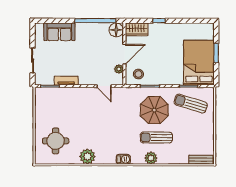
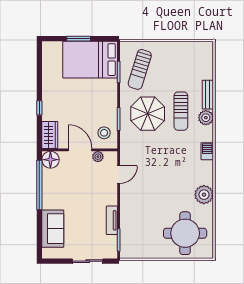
round table: (56, 141) -> (185, 233), width x1.36, depth x1.36
bench: (201, 160) -> (208, 95), moved

